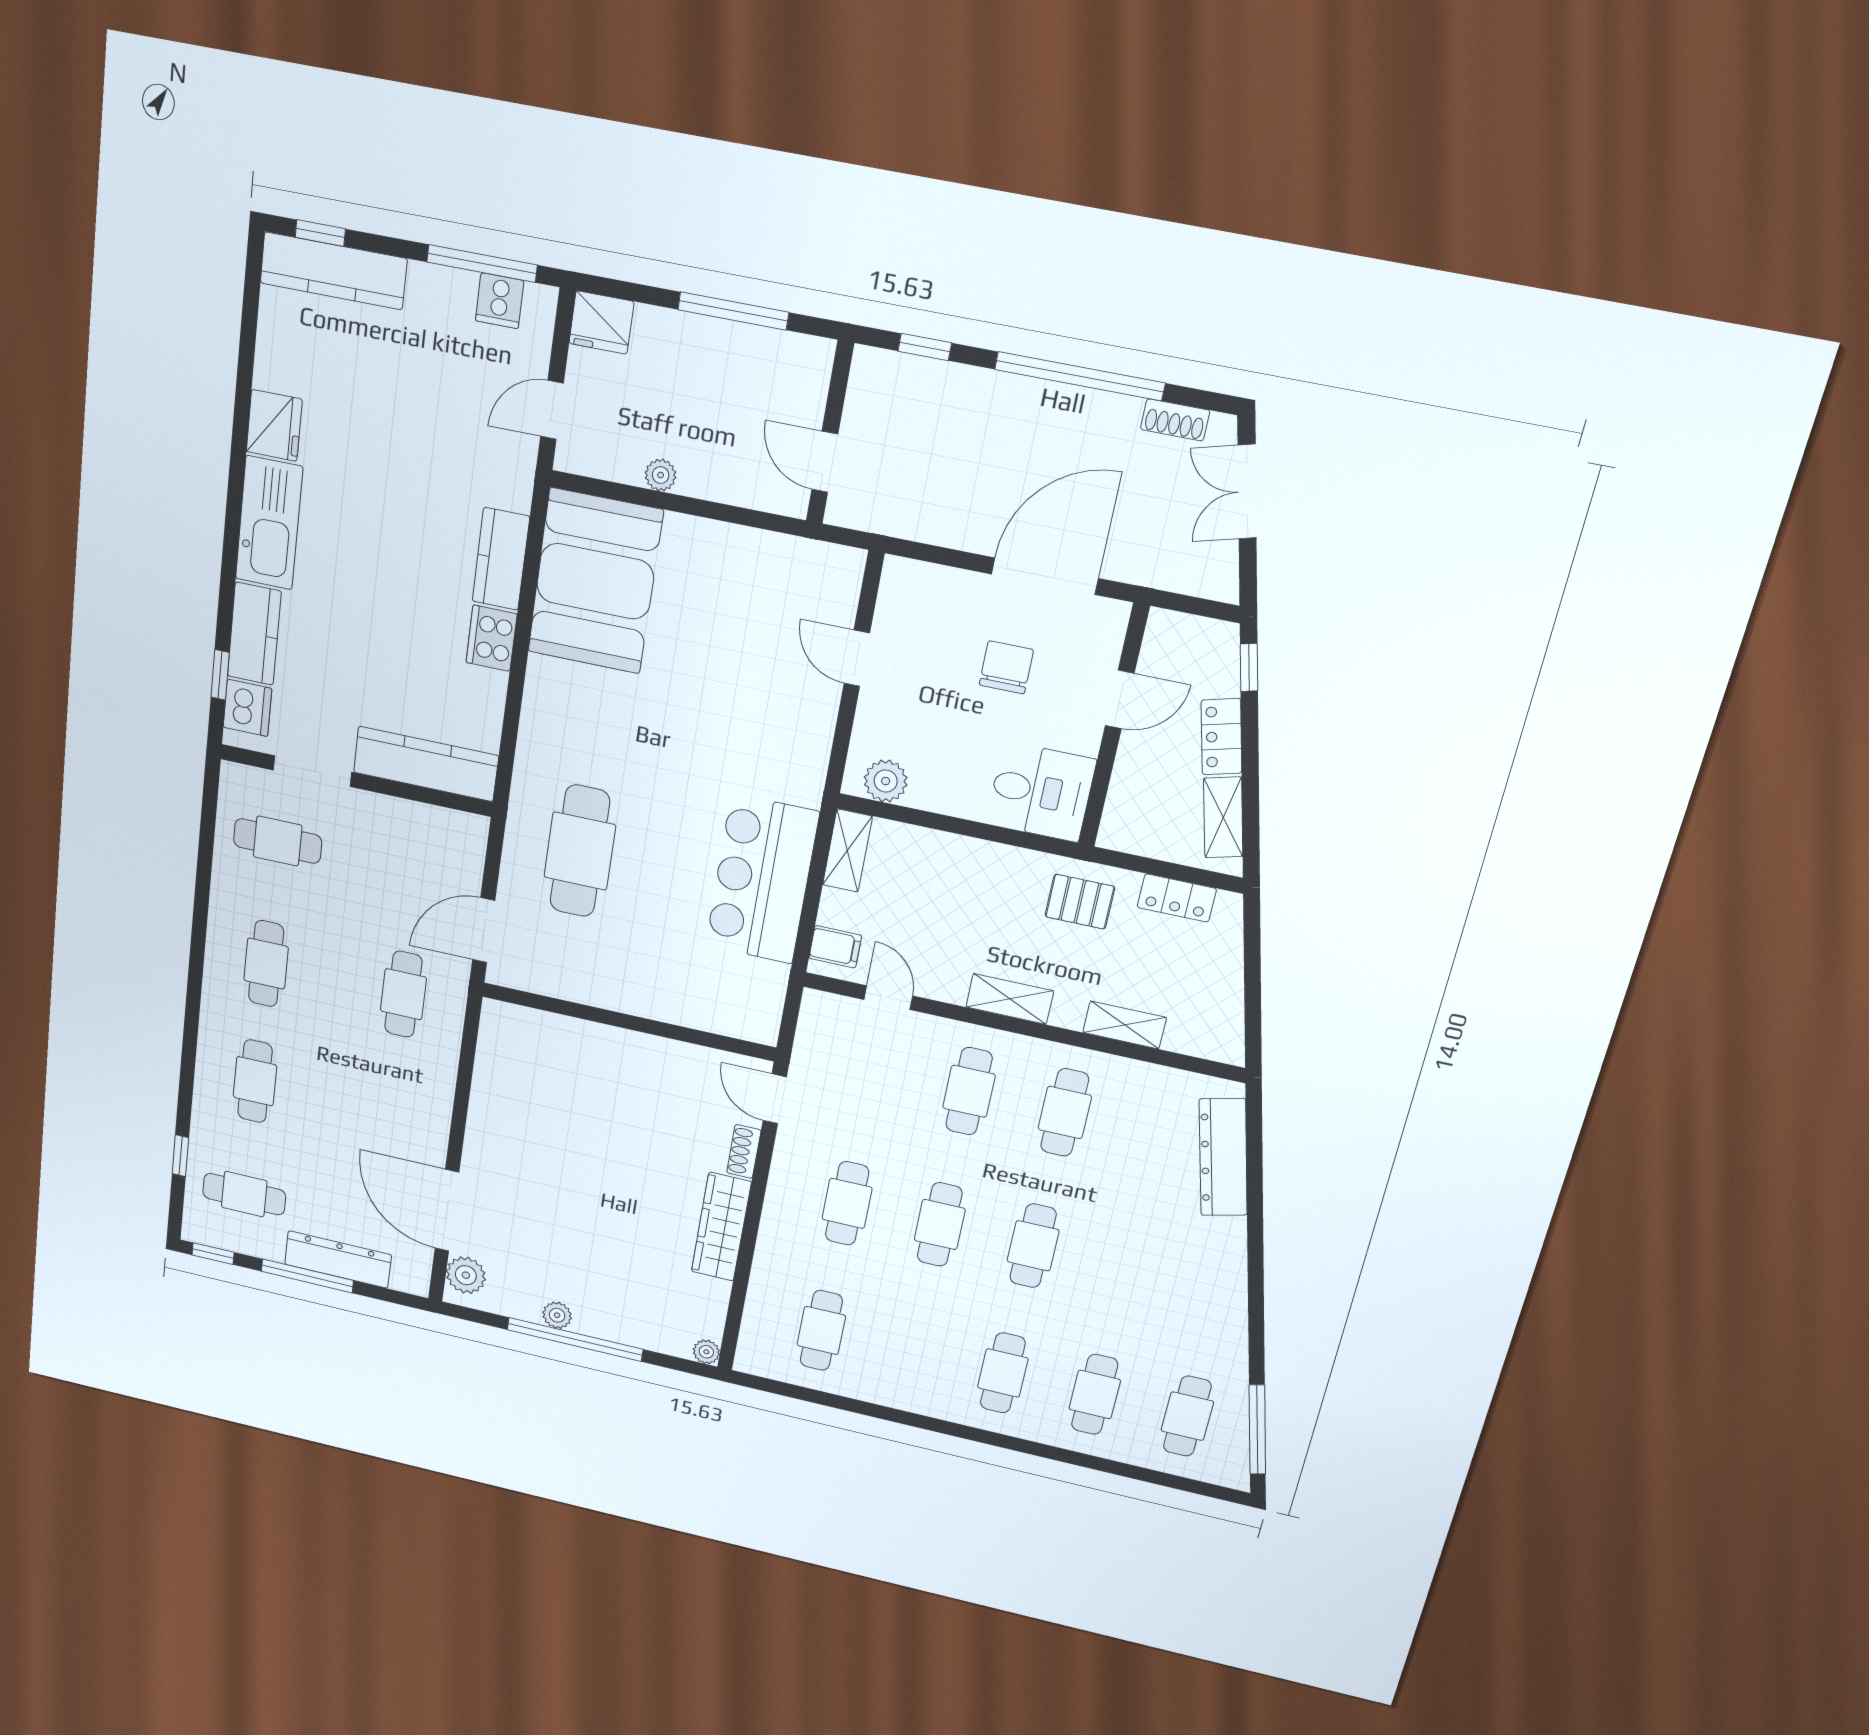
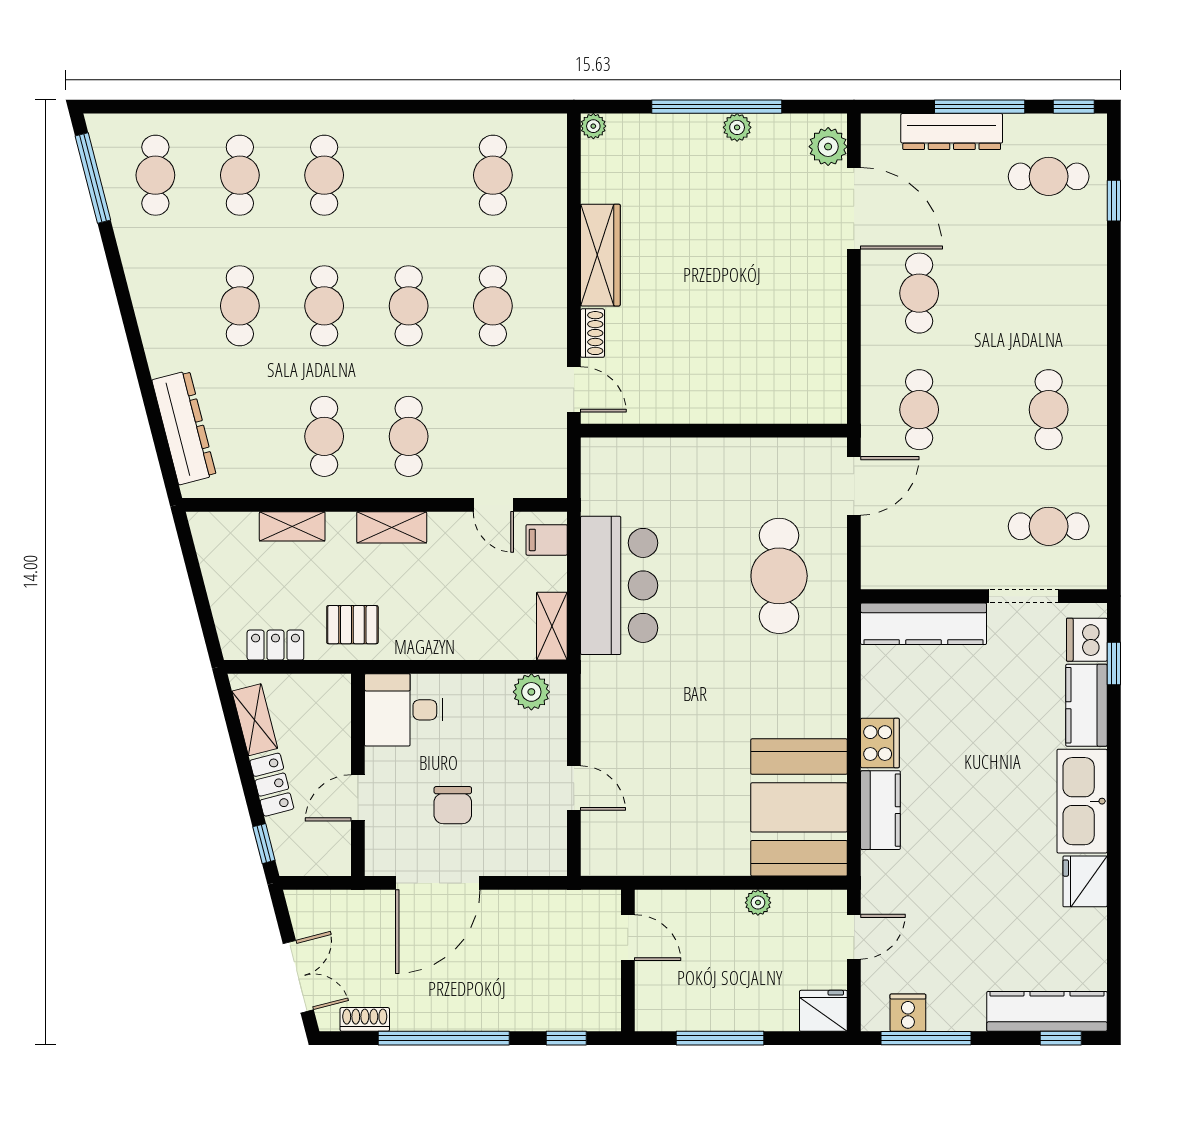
cafe table: (255, 1081) -> (919, 293), moved
cafe table: (1127, 1267) -> (240, 306), added

